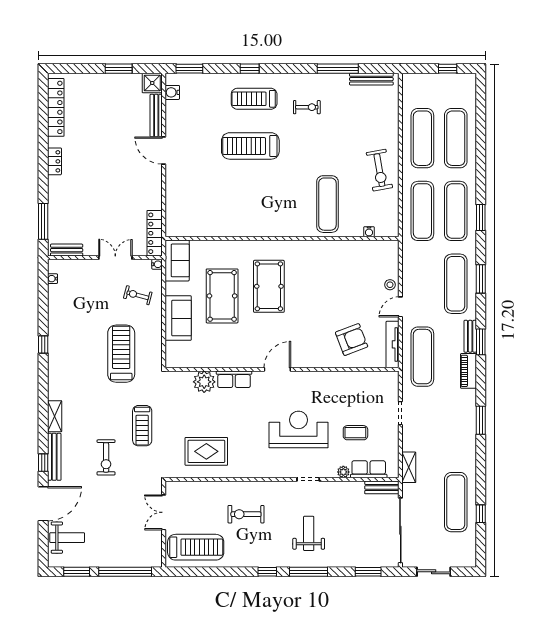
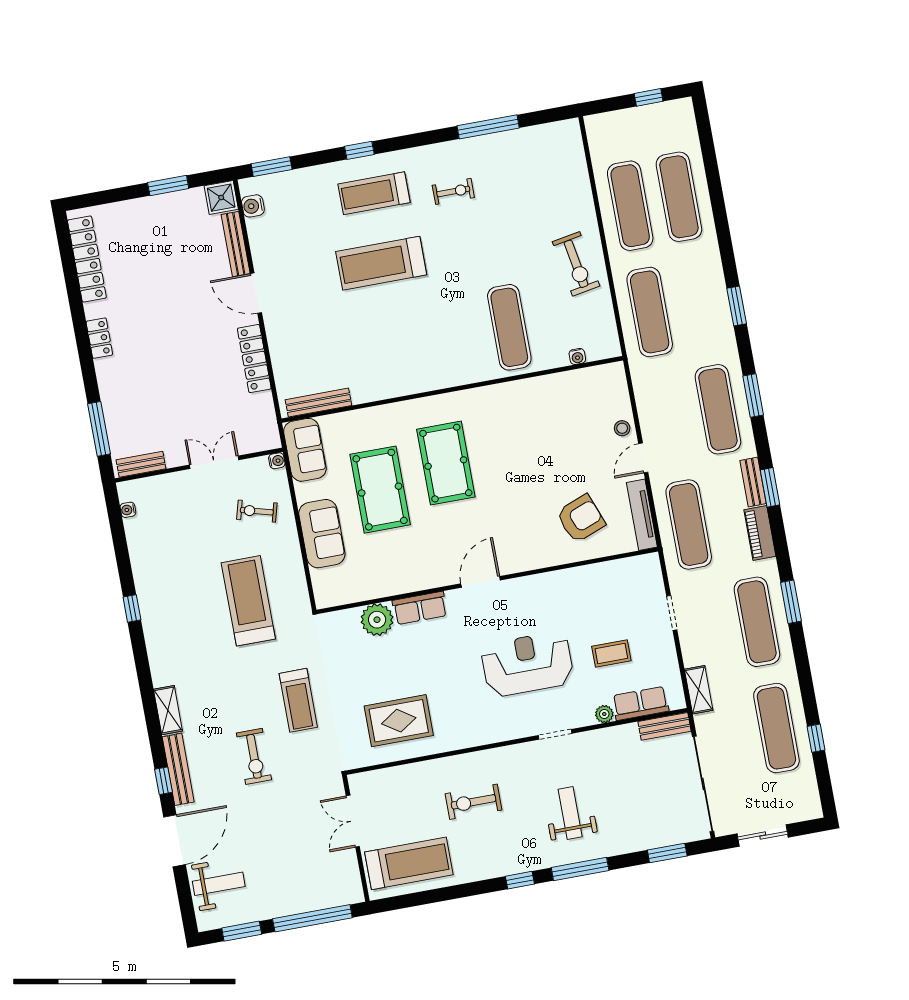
bench: (371, 79) -> (318, 403), moved
exercise mat: (456, 211) -> (757, 622), moved
locker: (155, 233) -> (254, 359), moved

